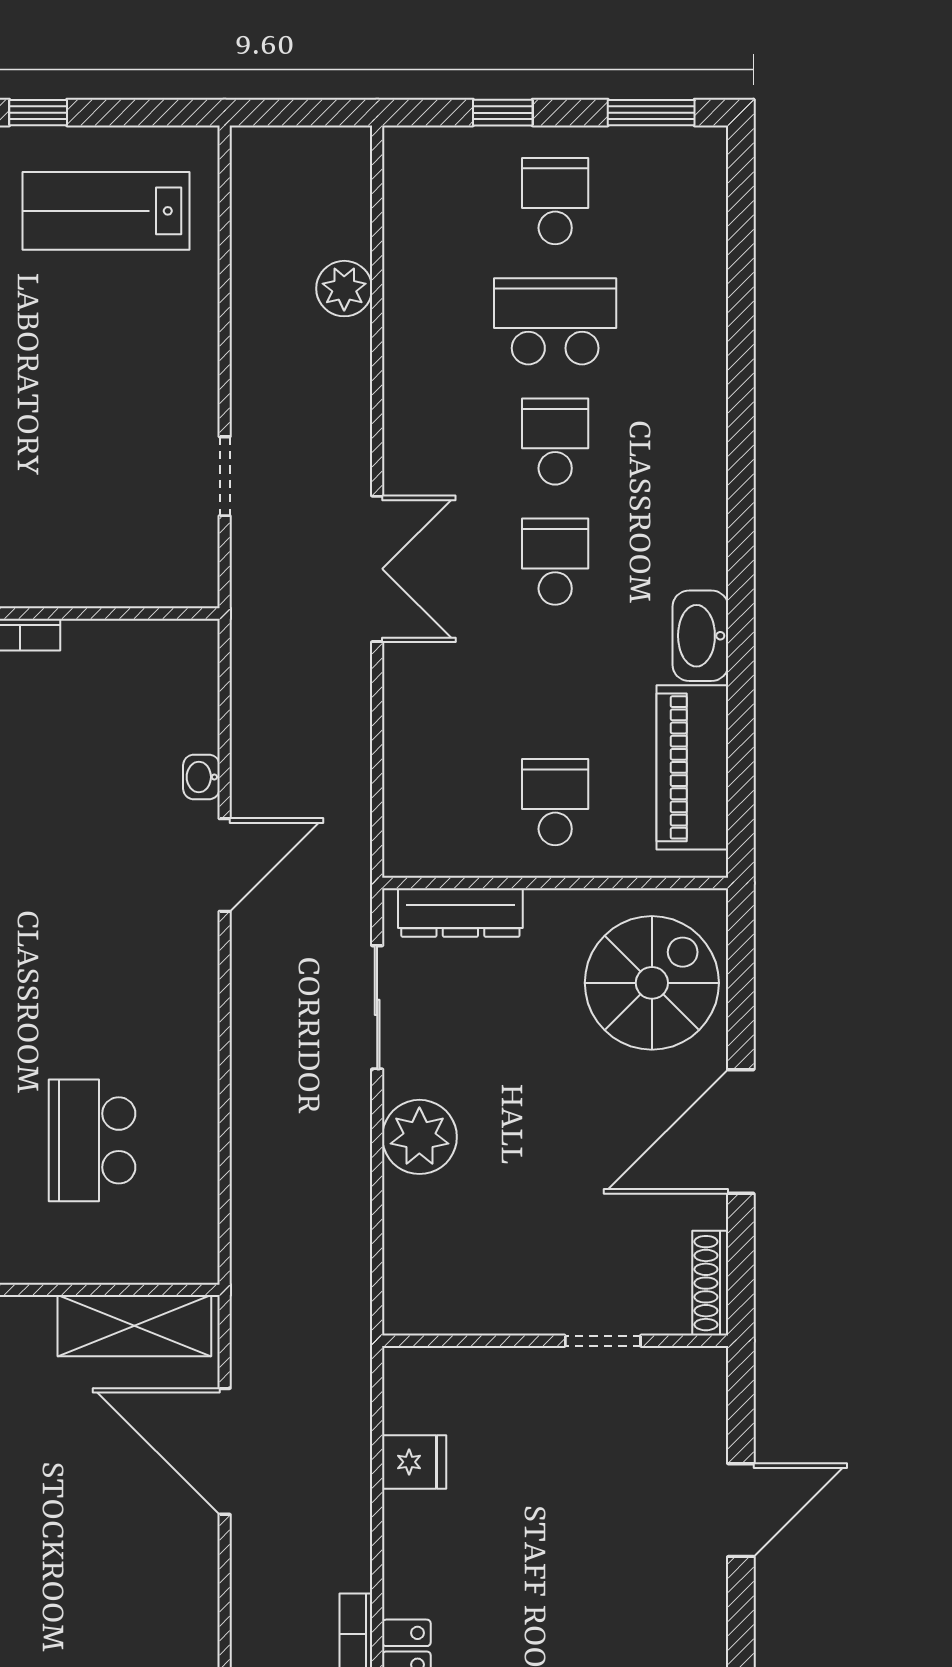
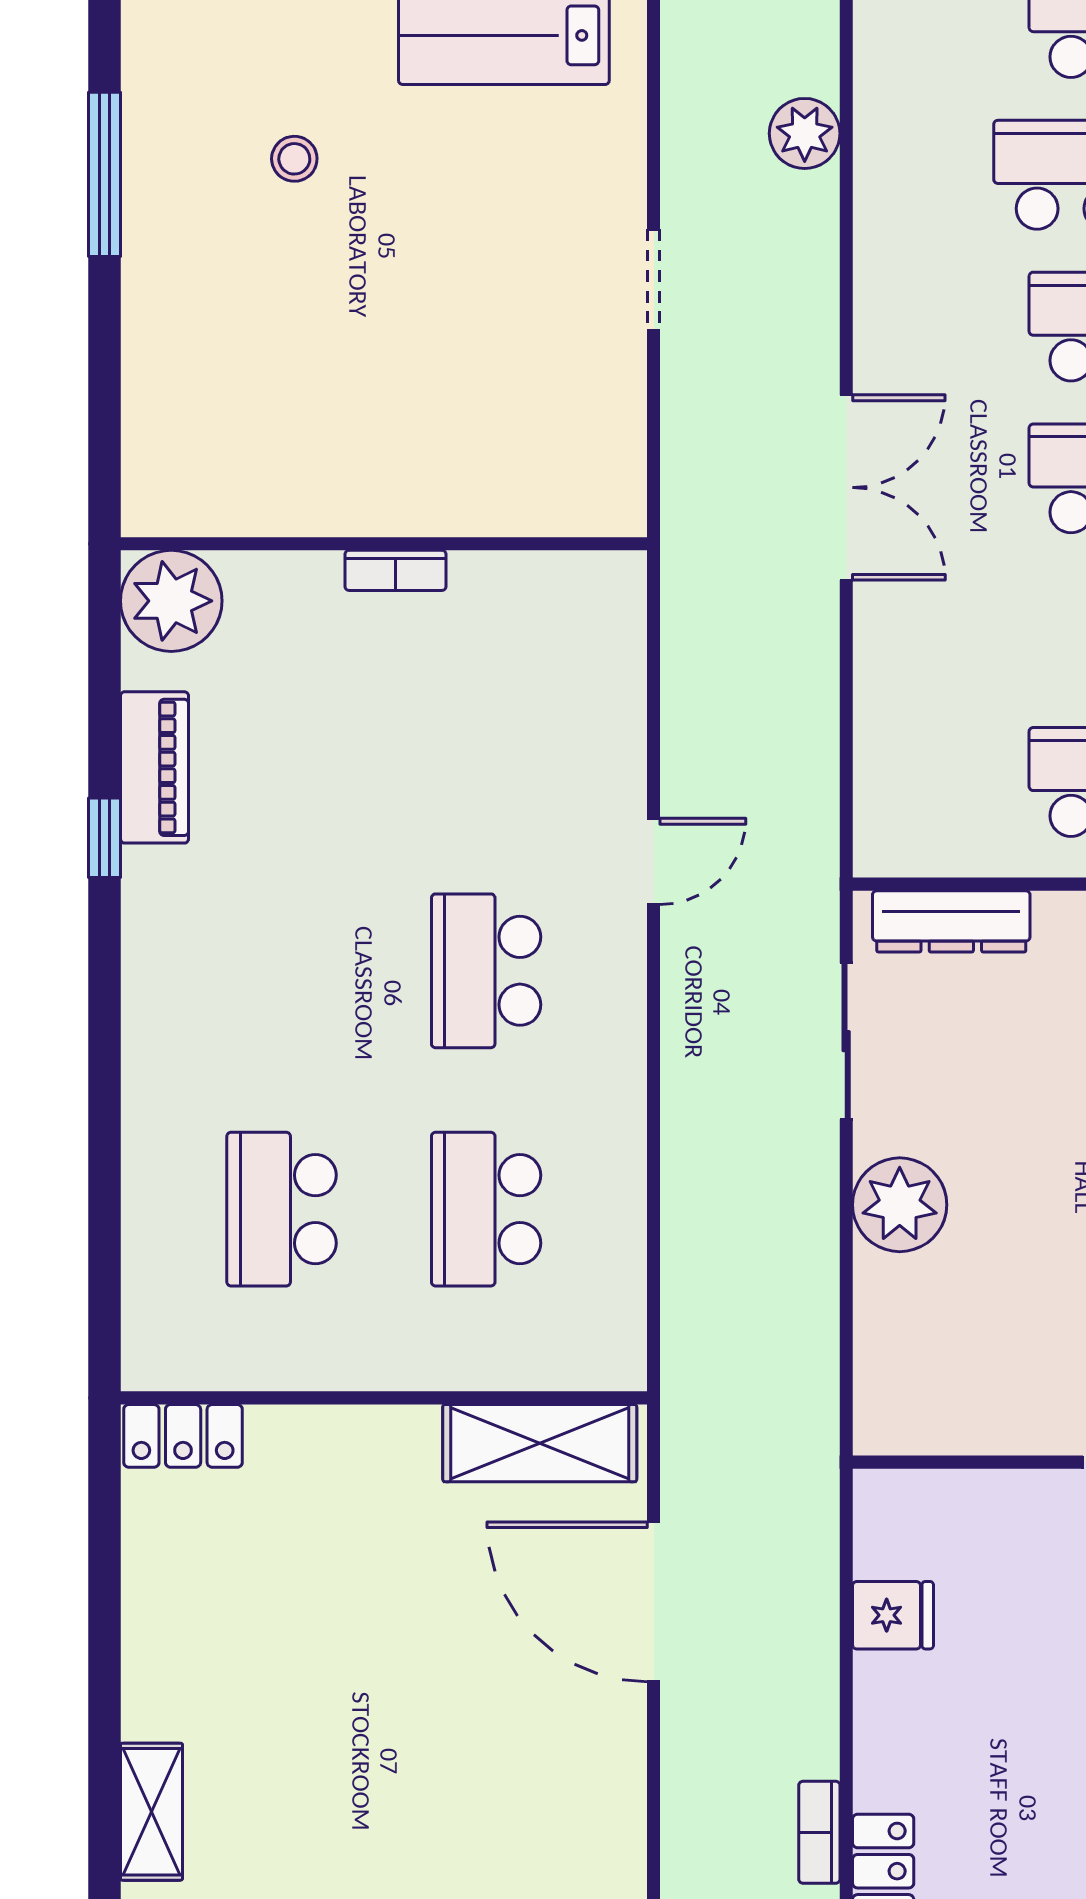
doorway: (225, 476) -> (654, 280), moved
washbasin: (201, 777) -> (624, 750), removed
door: (225, 865) -> (654, 861), width x0.73
school desk: (92, 952) -> (486, 971), added

